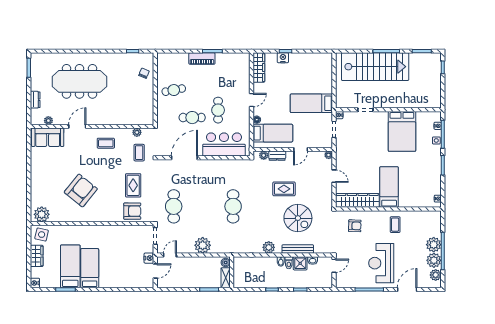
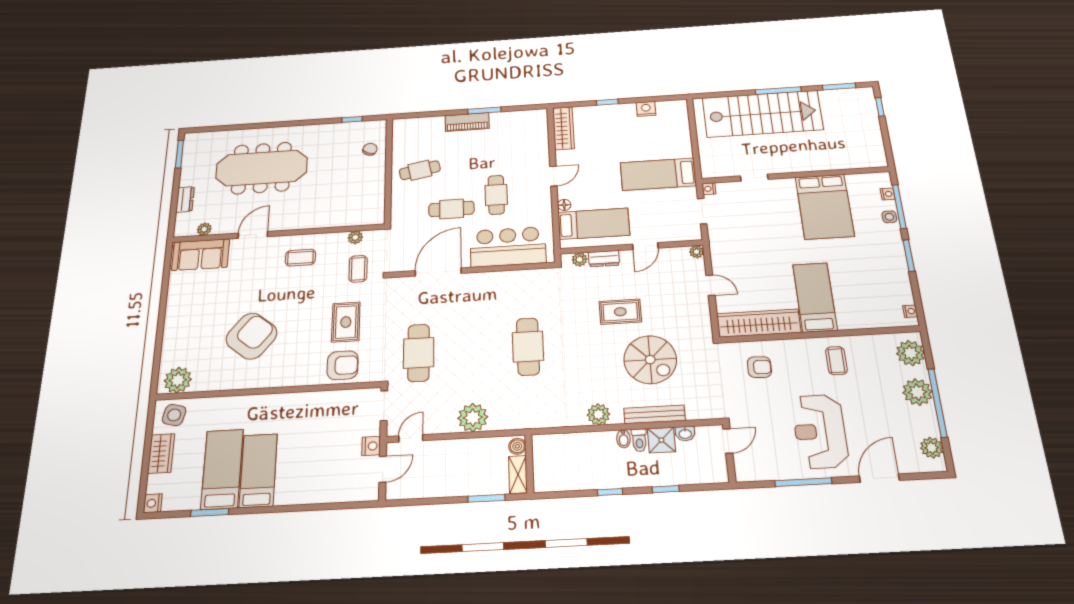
nightstand: (283, 58) -> (646, 109), moved
plant: (434, 260) -> (910, 353), moved

